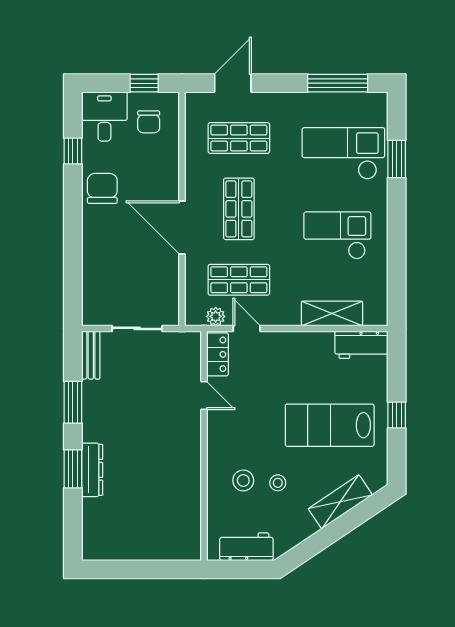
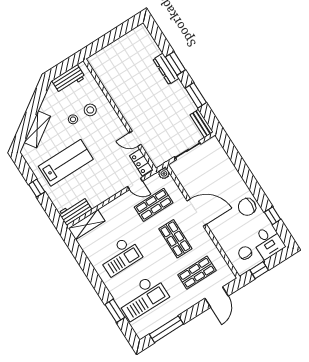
chair: (102, 188) -> (247, 207), turned 90
shelving: (332, 314) -> (87, 225), moved
plant: (216, 316) -> (164, 173), moved

